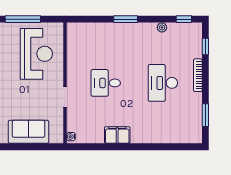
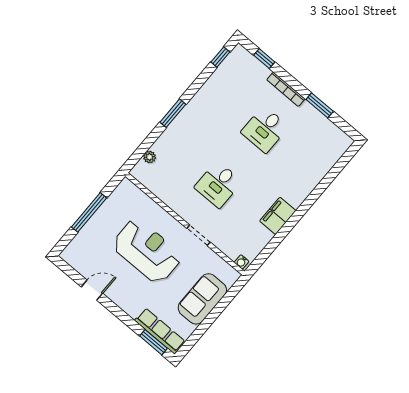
plant: (162, 27) -> (150, 157), moved
reception desk: (36, 54) -> (147, 251), moved
desk: (163, 83) -> (265, 129), width x0.73
window: (205, 115) -> (320, 105), moved

